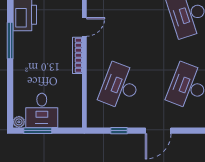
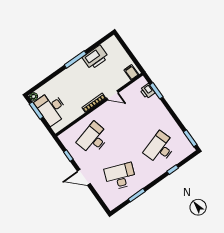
desk: (120, 86) -> (93, 139), turned -36
desk: (42, 110) -> (51, 108), width x1.37

